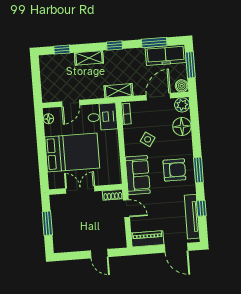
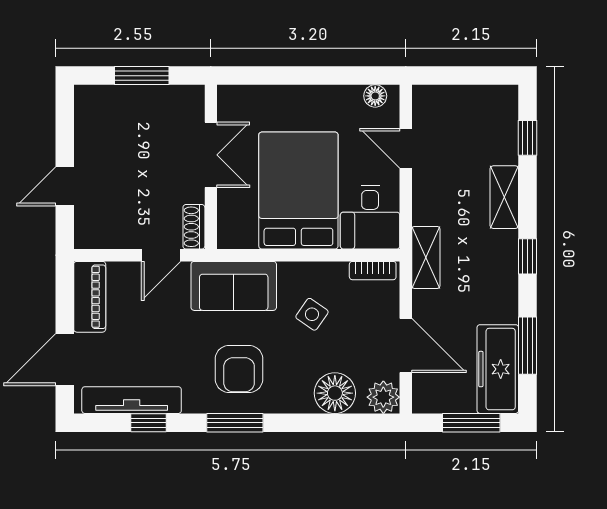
boiler: (182, 86) -> (426, 400), removed
bed: (72, 153) -> (298, 191), moved, turned 180

